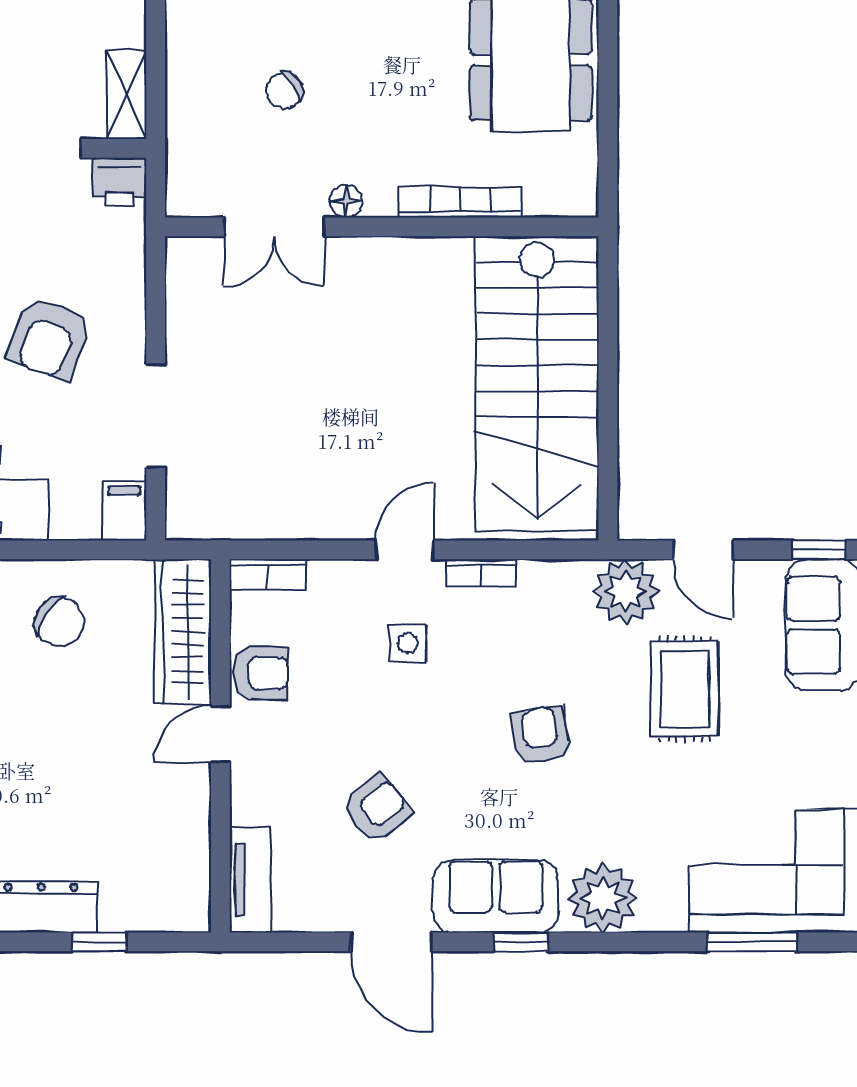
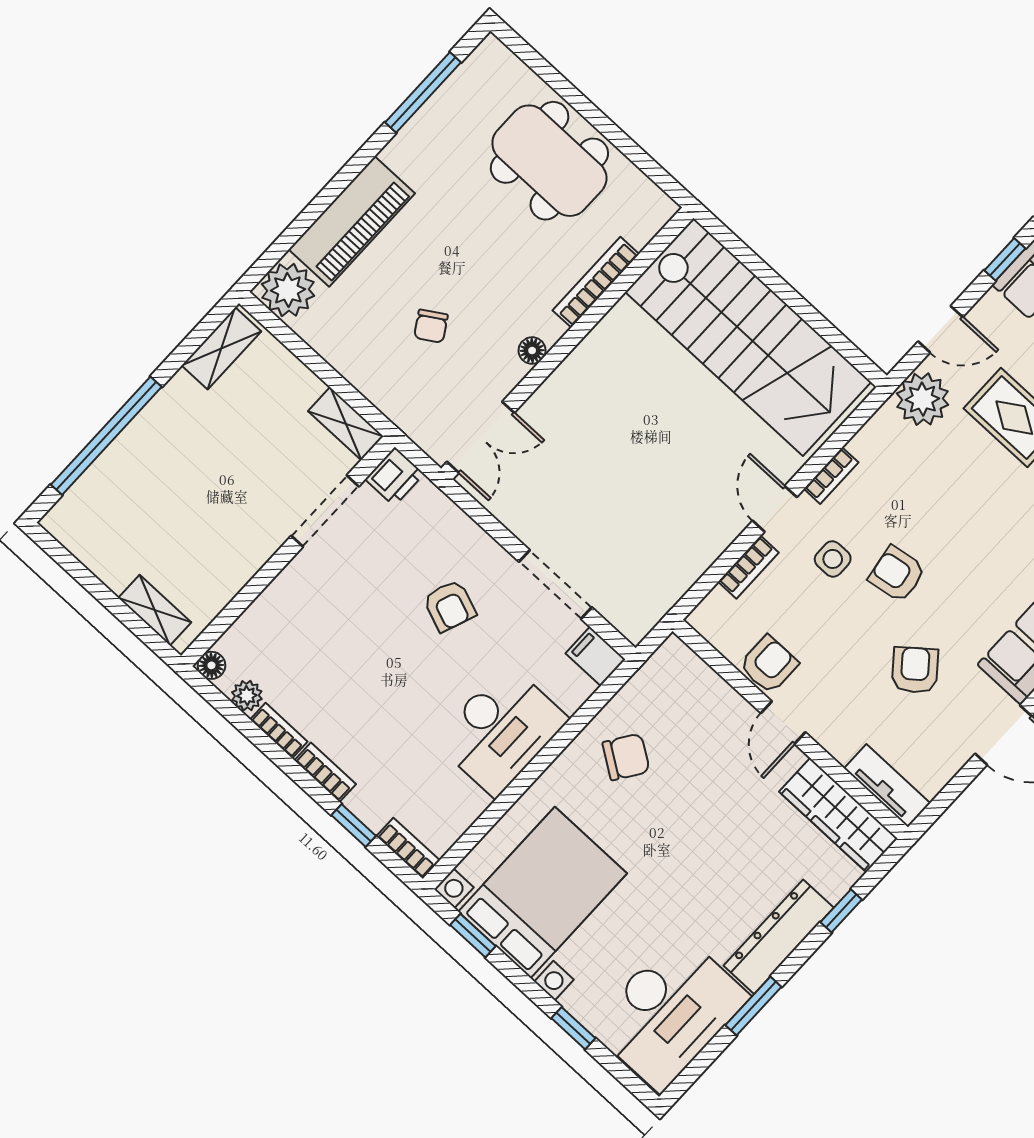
double door: (274, 227) -> (481, 437), moved
armchair: (49, 338) -> (450, 606), width x0.72, depth x0.72
bookcase: (268, 574) -> (748, 567), moved
wardrobe: (183, 632) -> (838, 815), moved
armchair: (540, 735) -> (897, 574), moved

